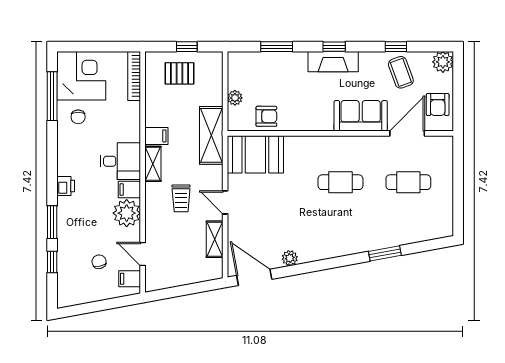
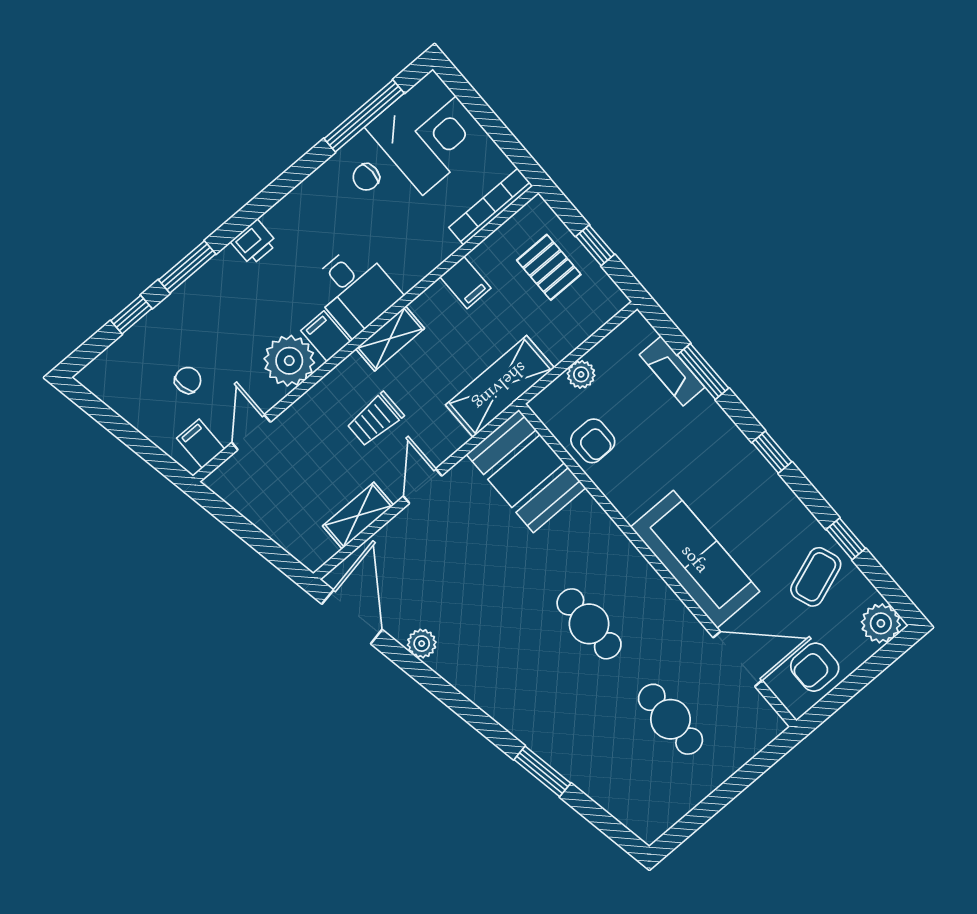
fireplace: (333, 62) -> (672, 371), moved, width x0.73, depth x0.76
sofa: (361, 116) -> (695, 559), width x1.36
filing cabinet: (156, 136) -> (465, 282), moved

